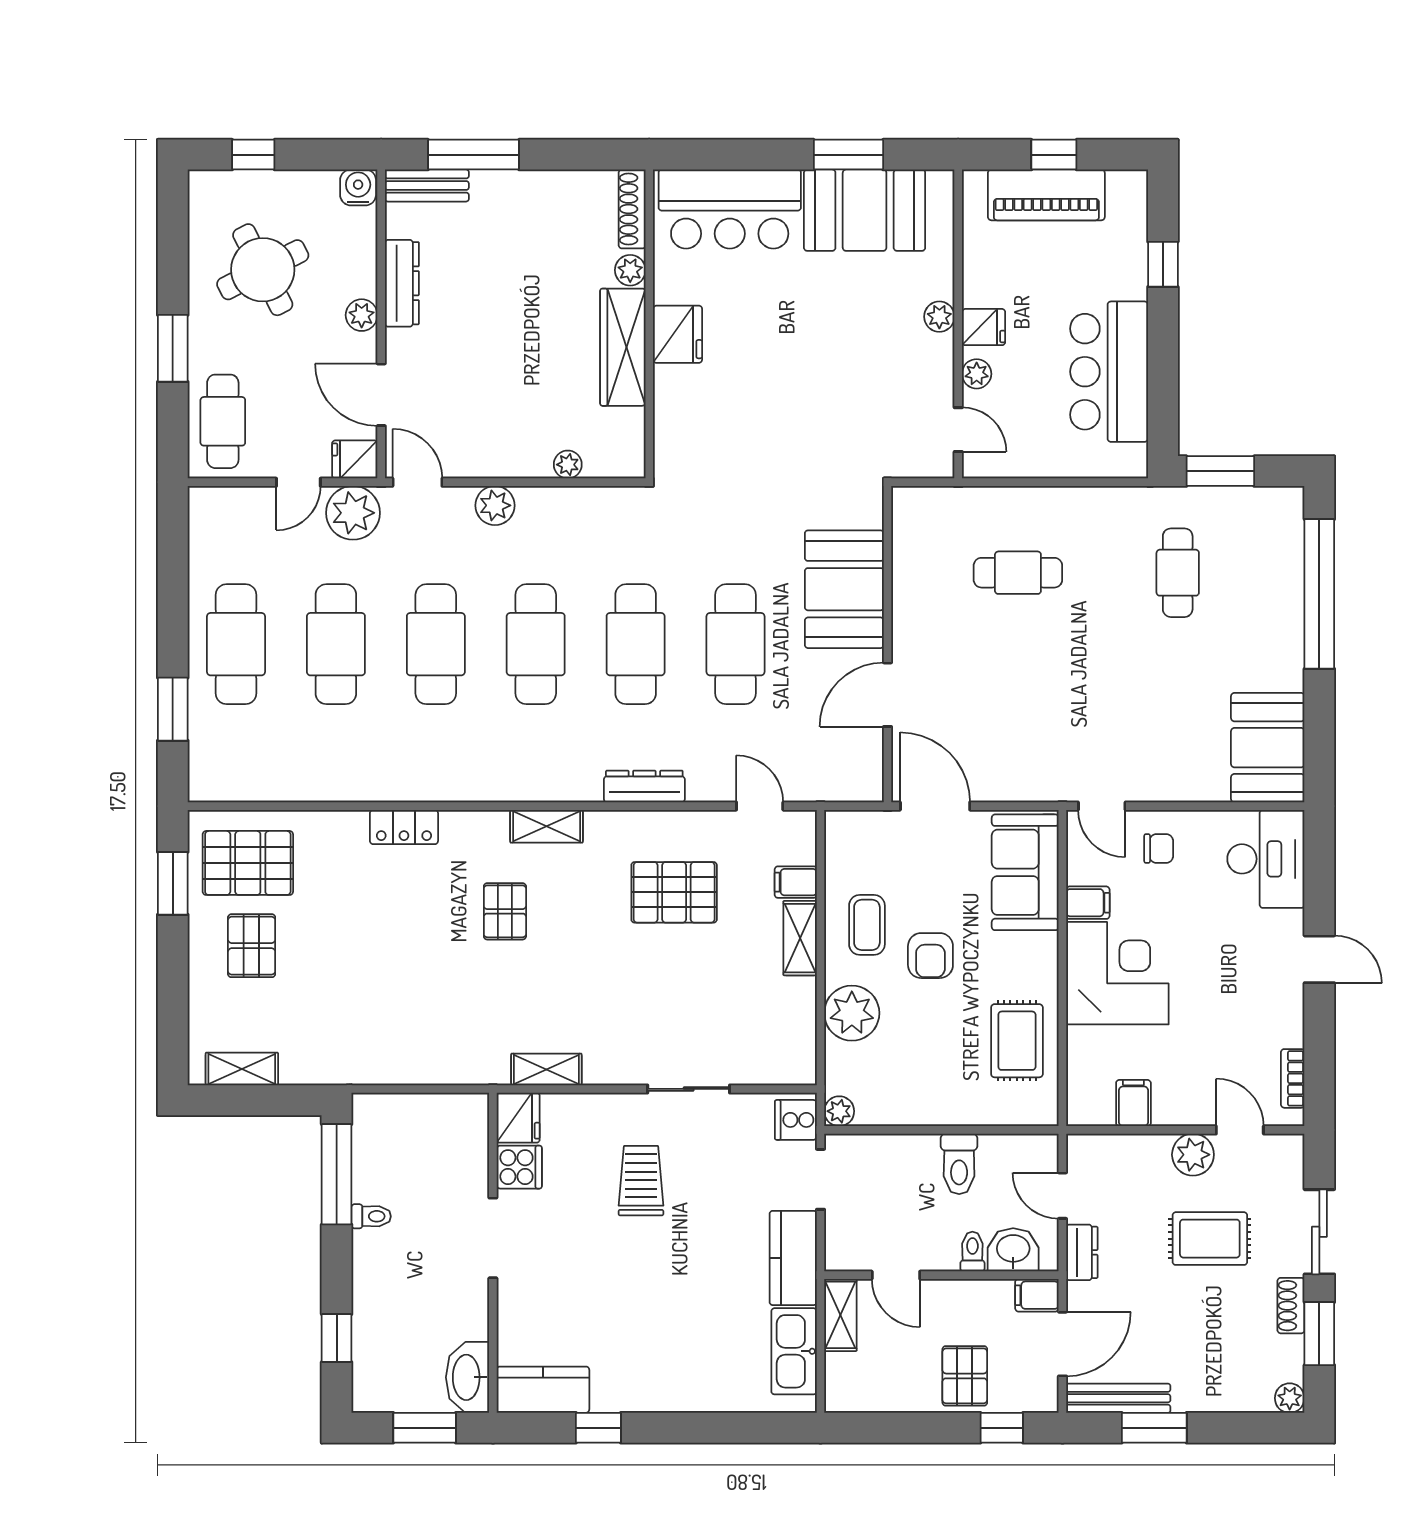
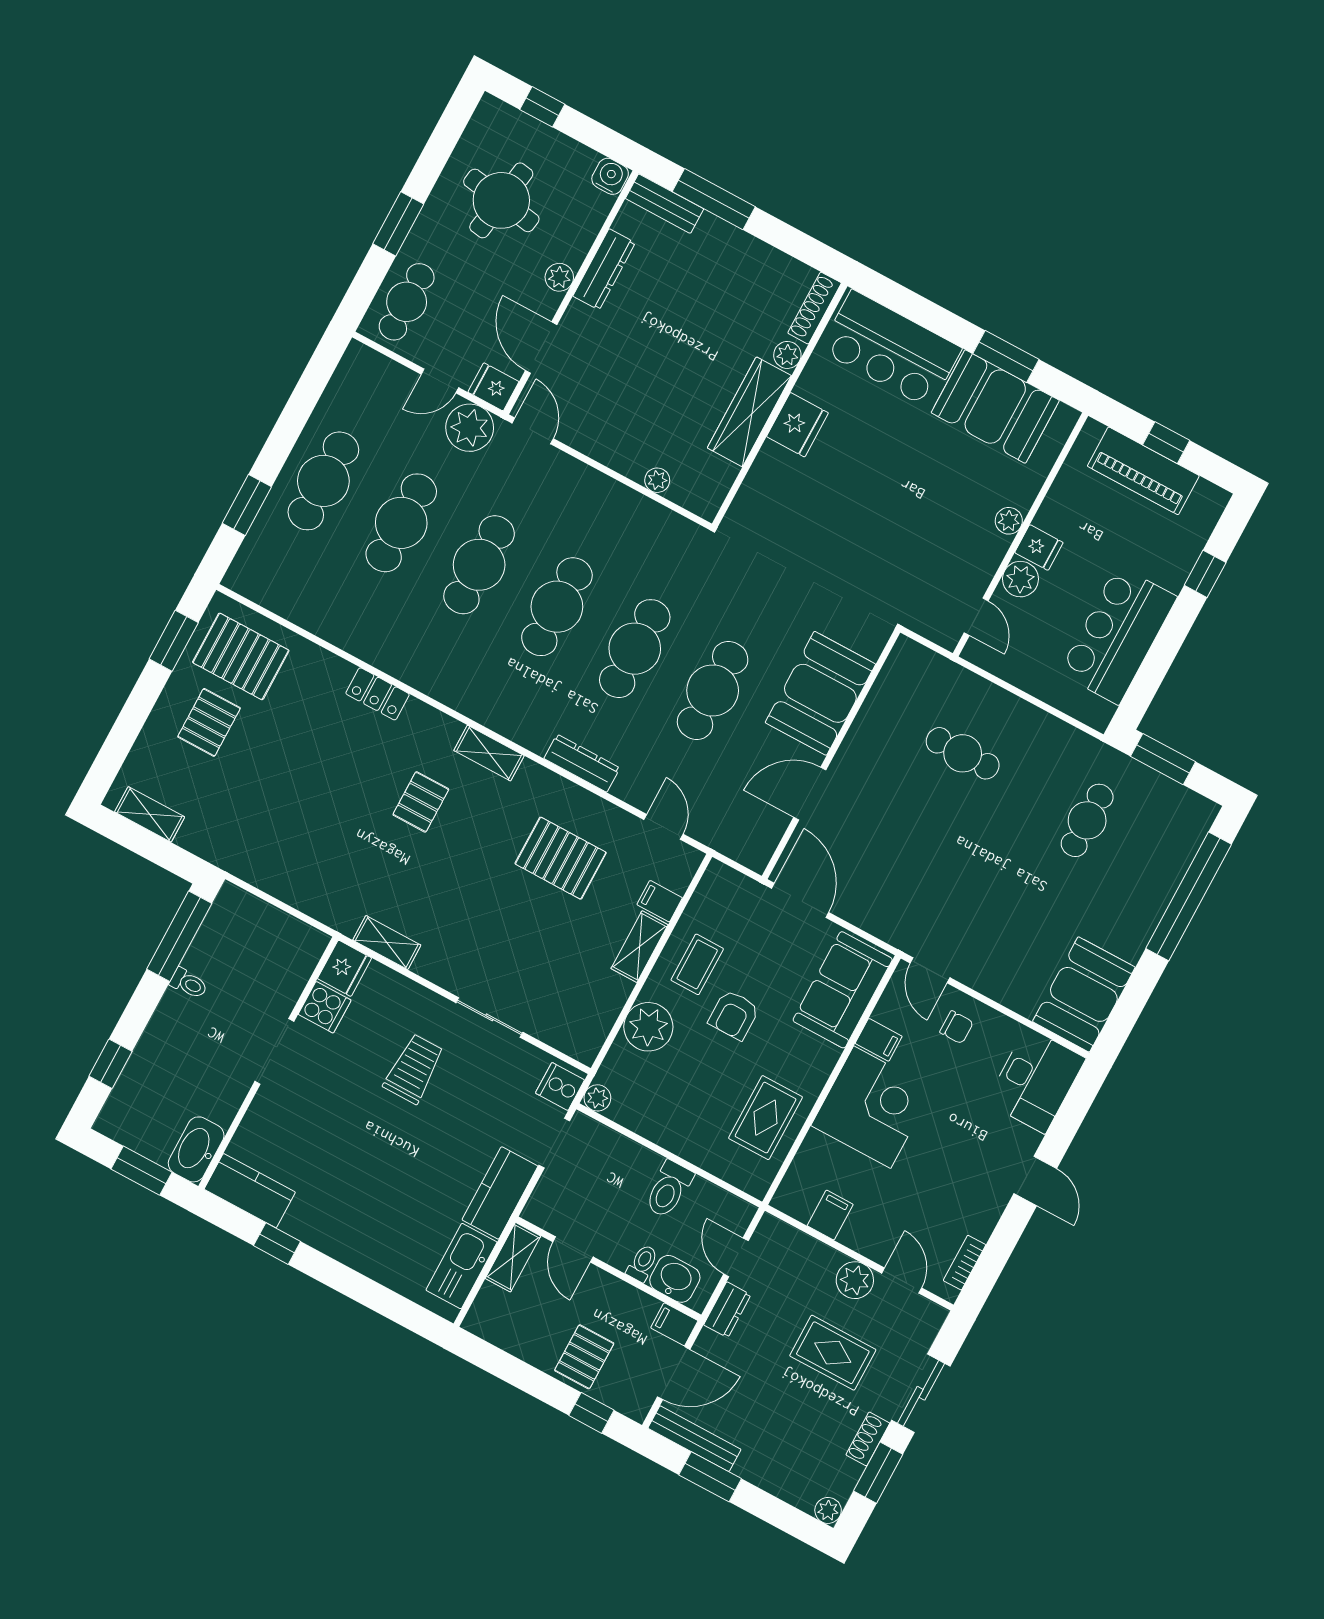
round table: (263, 270) -> (501, 200), turned 36
plant: (977, 374) -> (1020, 579), width x1.38, depth x1.38
plant: (495, 505) -> (583, 482), removed

